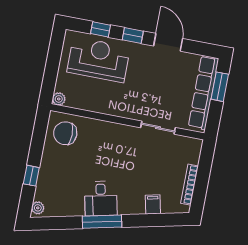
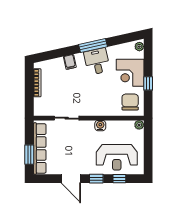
water cooler: (113, 108) -> (100, 126), added
chair: (65, 133) -> (130, 102), turned -90
corner desk: (58, 174) -> (130, 73), added
window: (31, 176) -> (148, 83), moved
filing cabinet: (153, 204) -> (70, 62), moved

